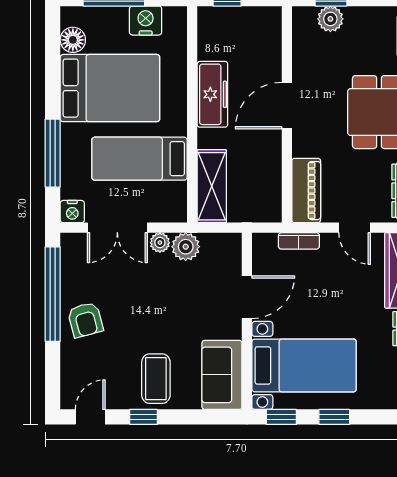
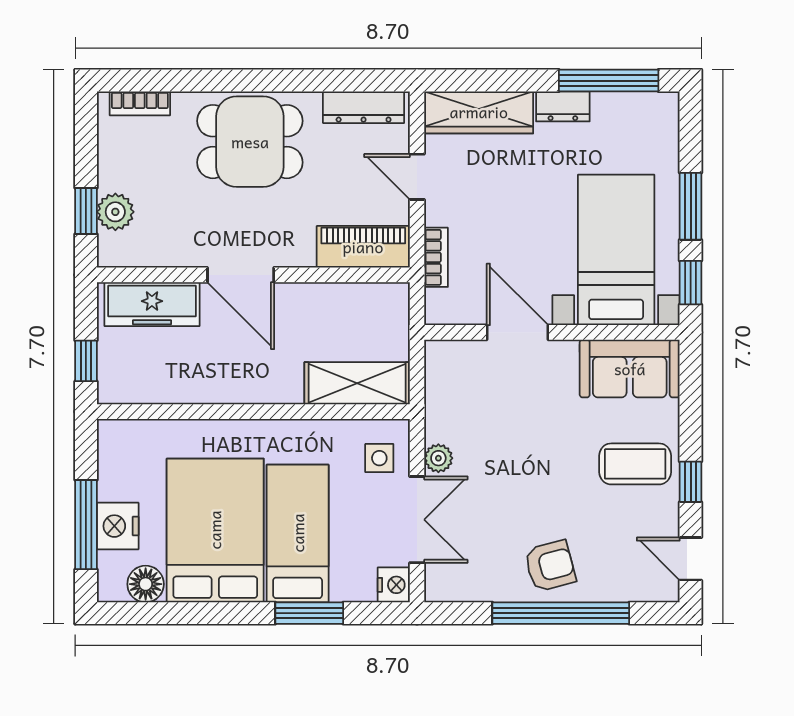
nightstand: (146, 21) -> (118, 526), moved
freezer: (212, 94) -> (152, 304), moved, turned 180
window: (53, 153) -> (309, 613), width x0.69
bed: (140, 159) -> (298, 533), moved, turned 180
side table: (160, 202) -> (379, 458), added
door: (355, 228) -> (417, 177), swing flipped
plant: (186, 247) -> (444, 421), removed
window: (53, 294) -> (561, 613), moved
window: (334, 417) -> (691, 206), width x1.50

